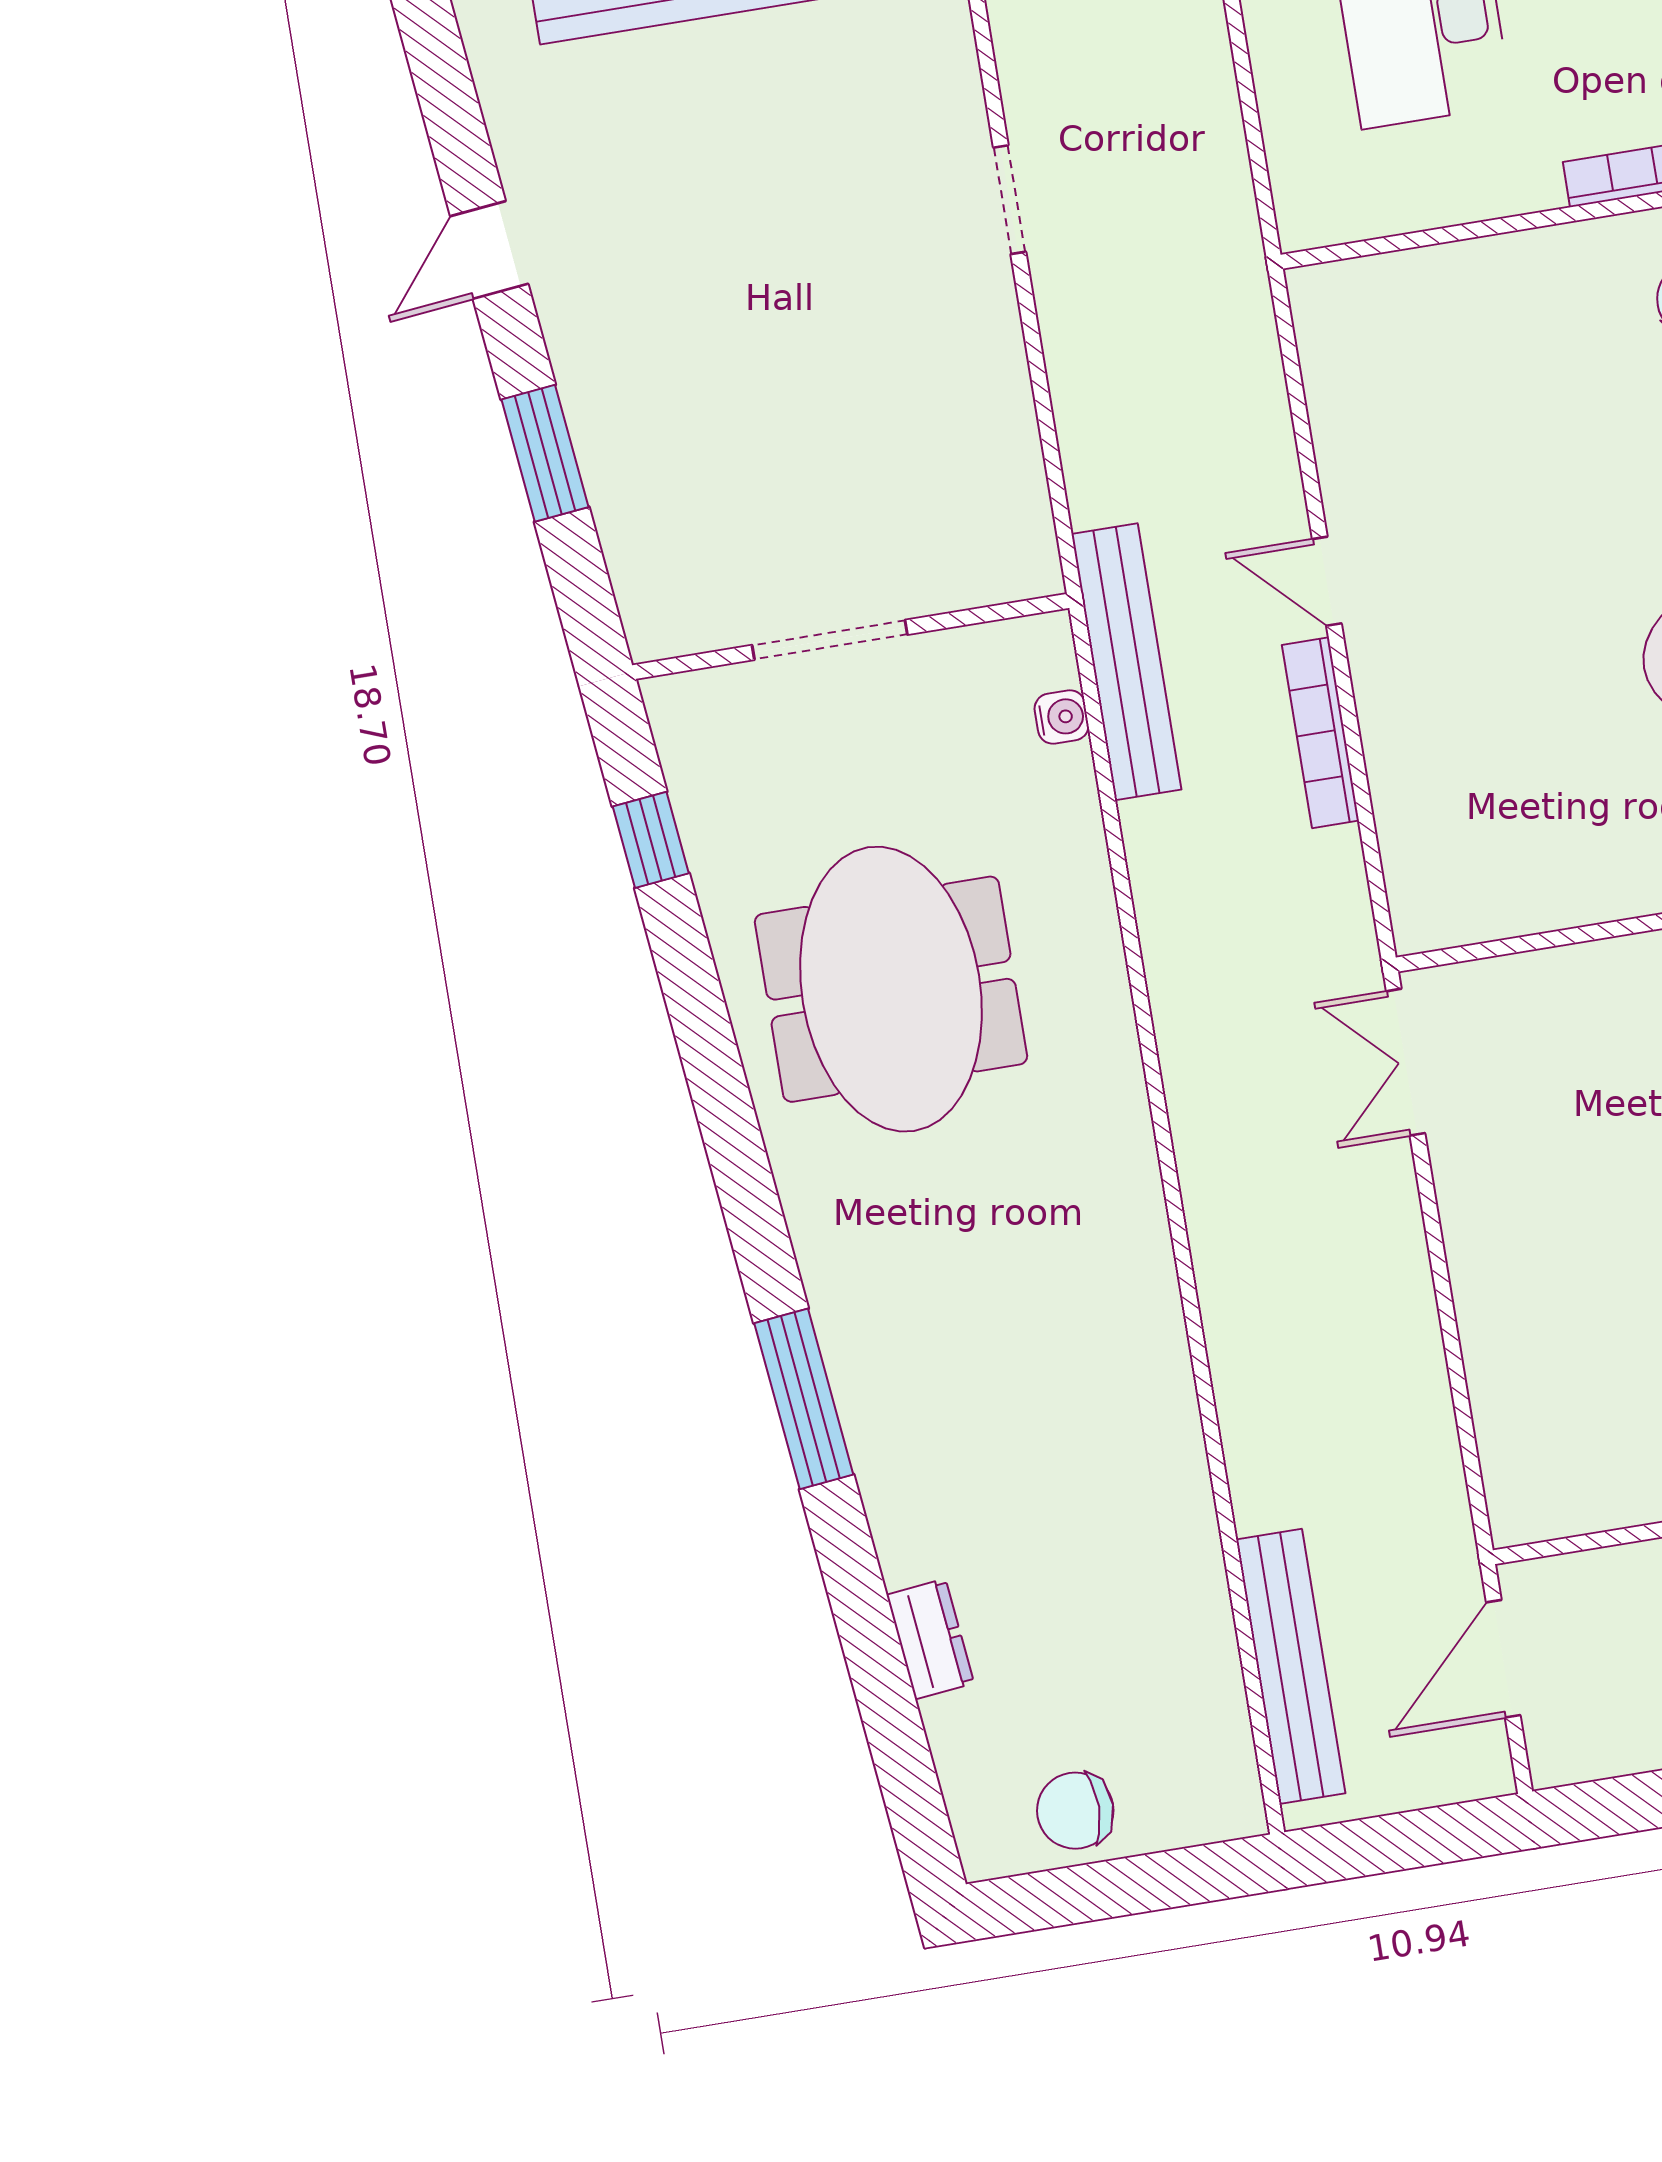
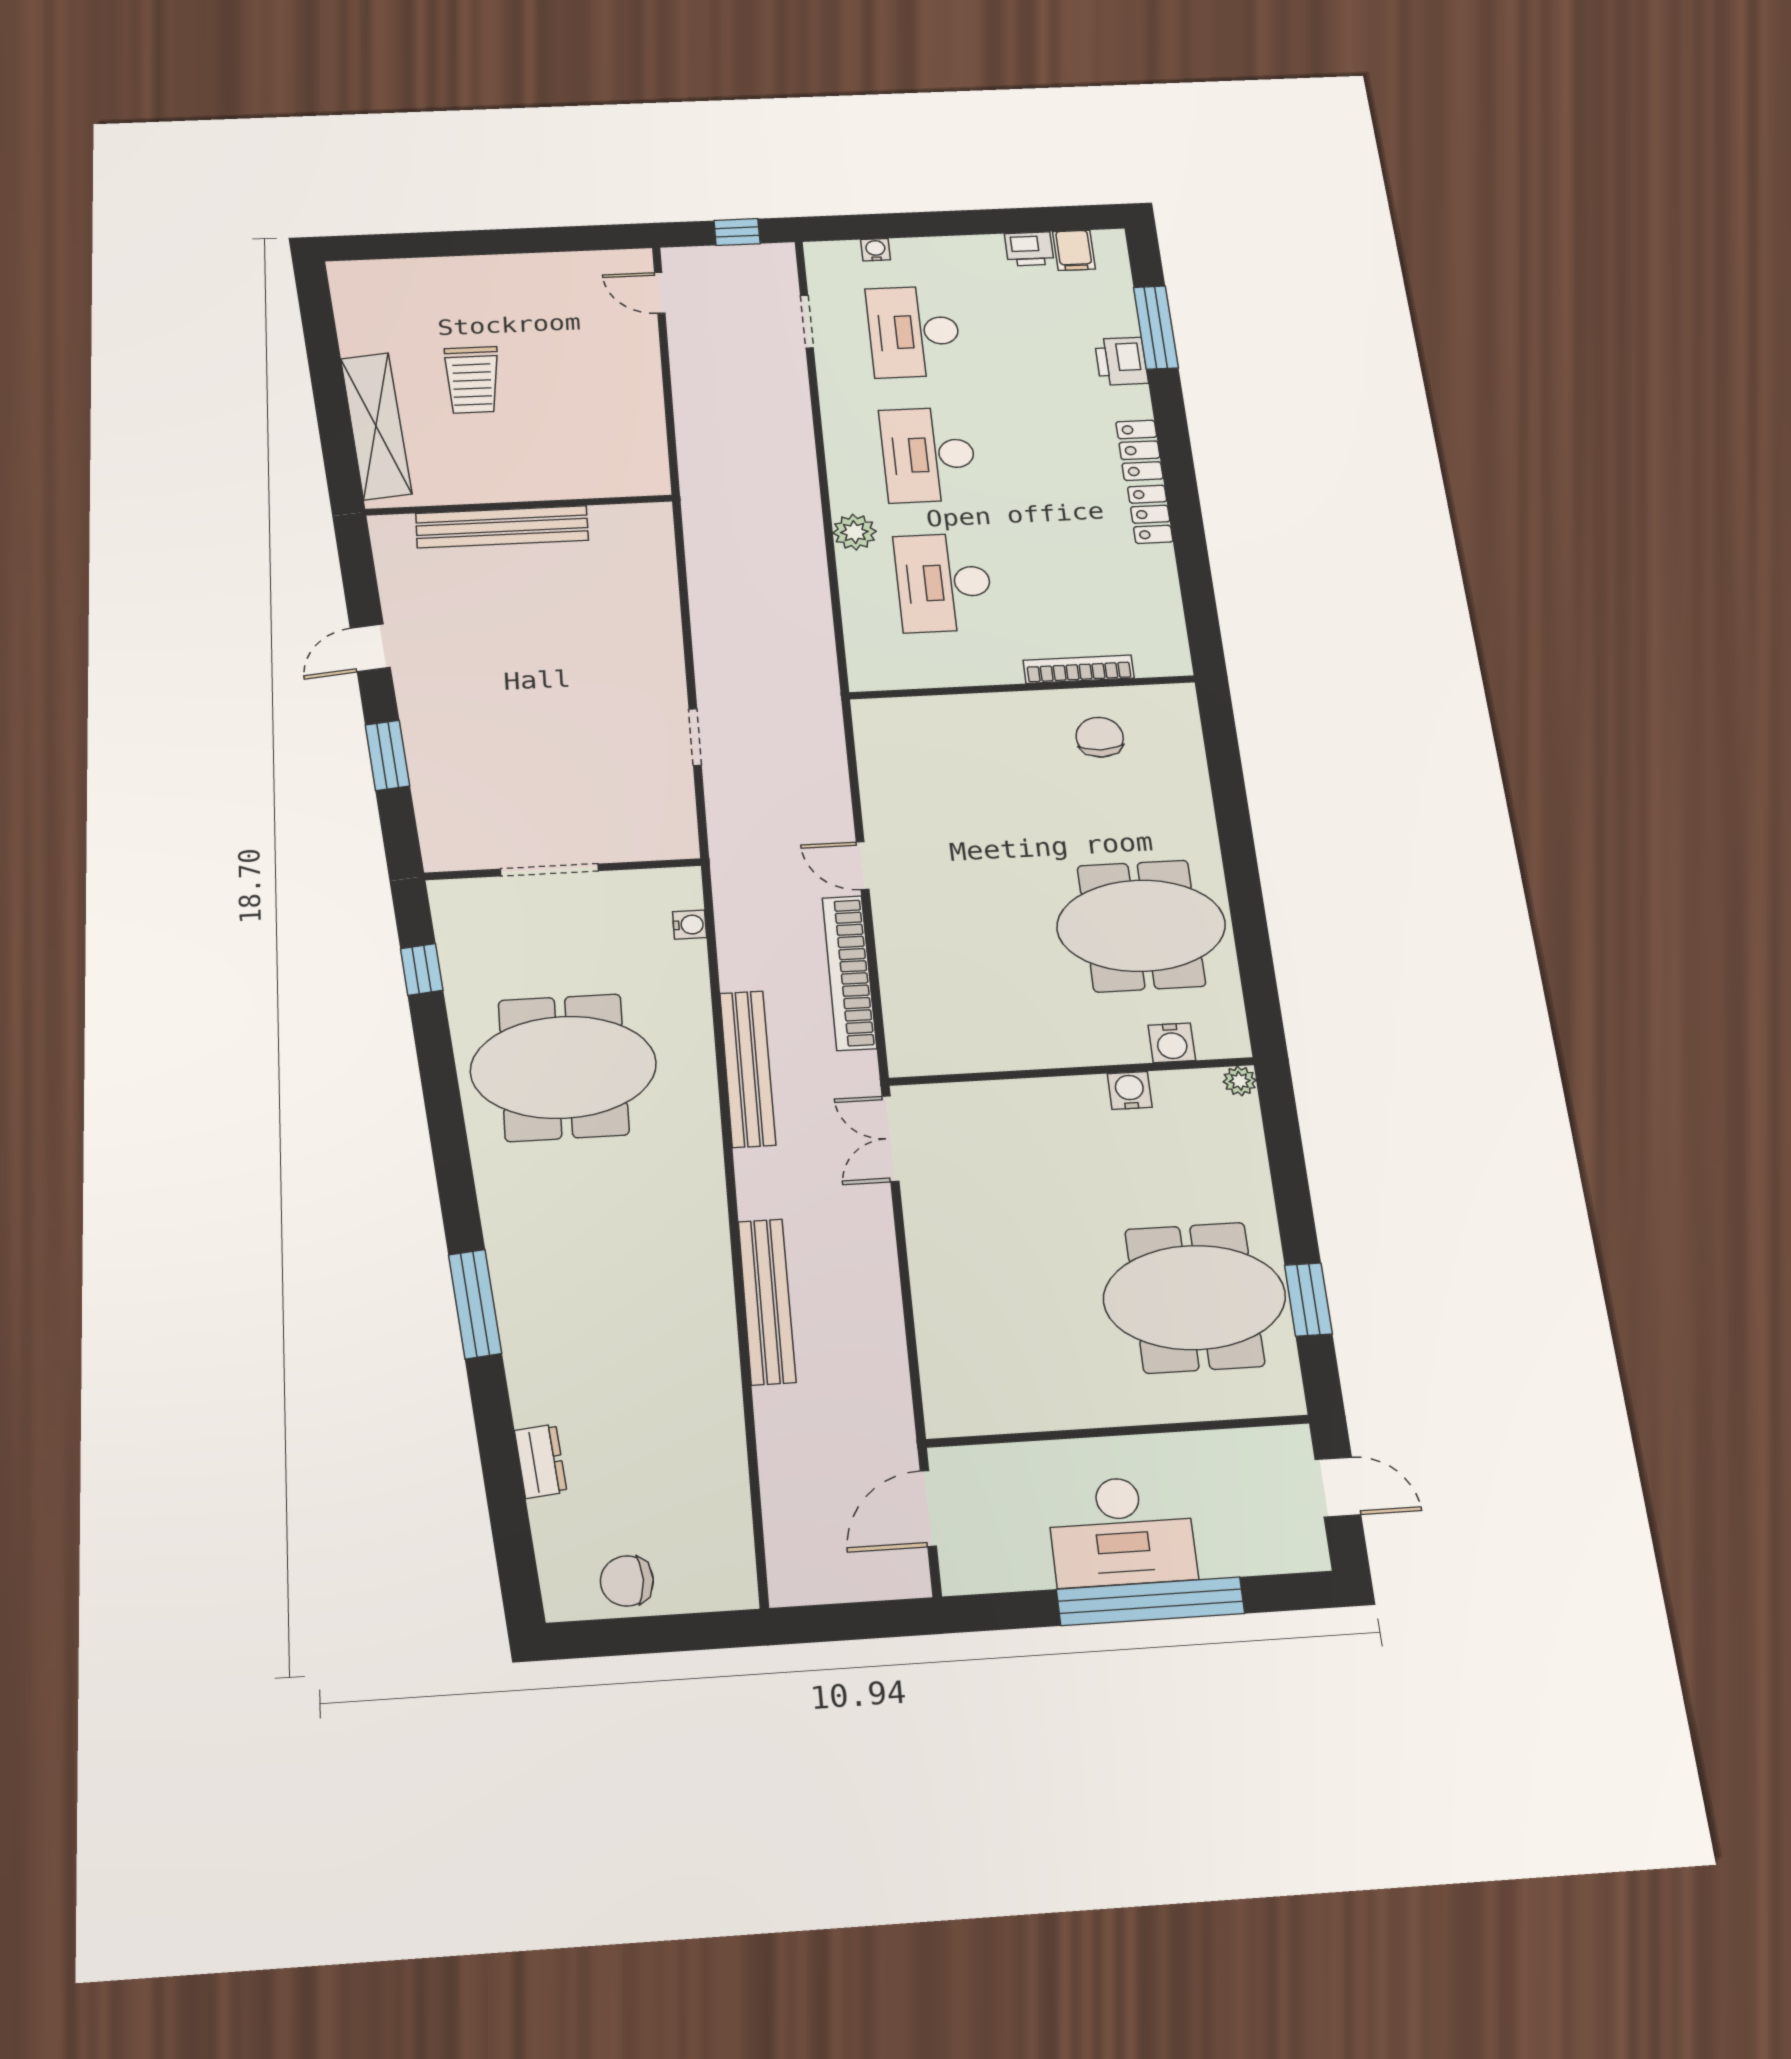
doorway: (1010, 200) -> (695, 737), moved
bench: (1126, 662) -> (748, 1069), moved
bookcase: (1320, 733) -> (849, 973), width x1.48, depth x1.31
meeting table: (891, 989) -> (563, 1067), turned 90
bench: (1291, 1666) -> (767, 1301), moved

